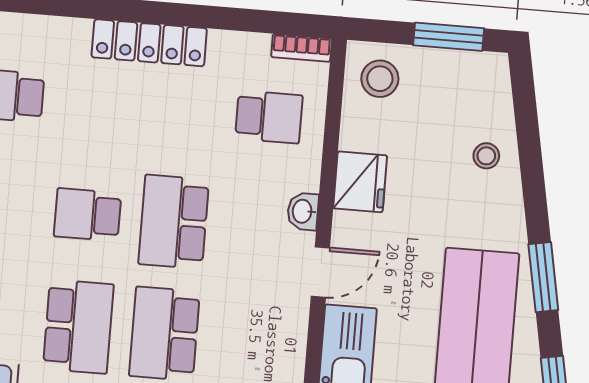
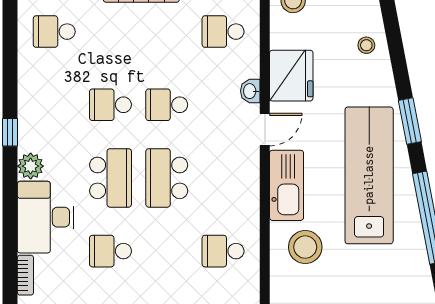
school desk: (269, 117) -> (223, 32), turned 180
fridge: (360, 182) -> (291, 76), width x1.36, depth x1.34
school desk: (174, 222) -> (167, 105), width x0.54

